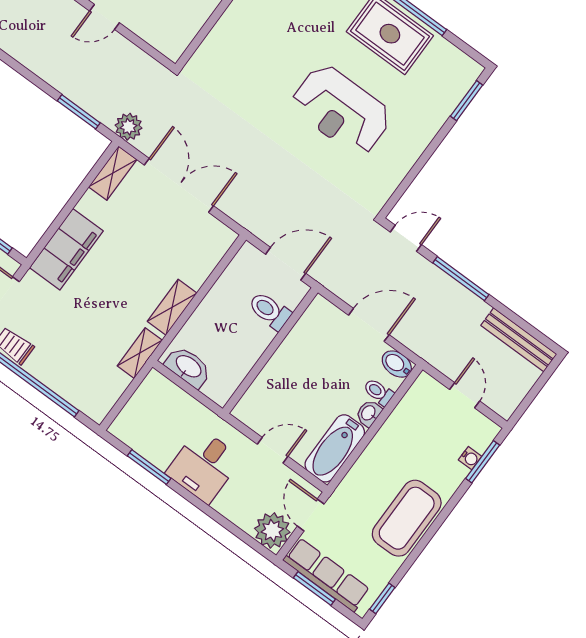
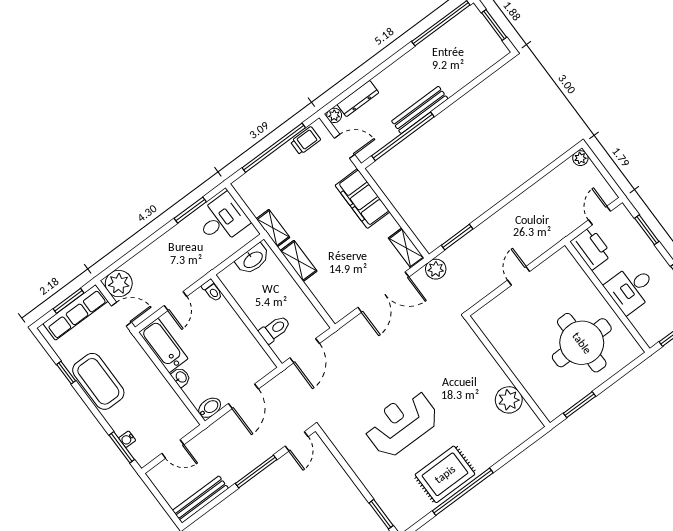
toilet: (379, 392) -> (212, 291), moved, turned 90
desk: (204, 466) -> (222, 219), moved, turned 90
window: (382, 598) -> (66, 373), moved

